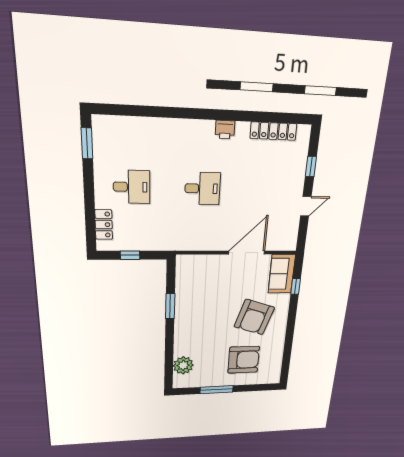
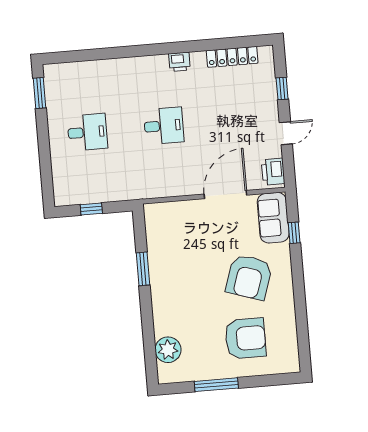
locker: (104, 225) -> (61, 176), removed
printer: (289, 237) -> (273, 172), added

